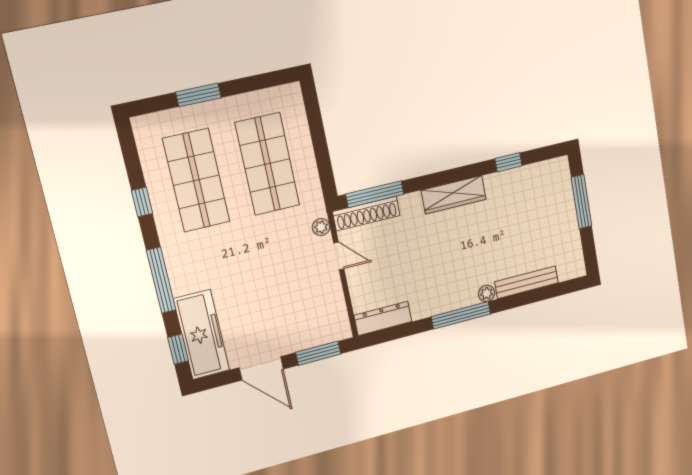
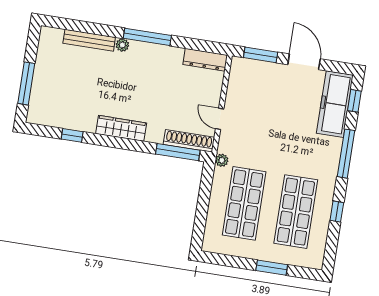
plant: (321, 227) -> (222, 160), moved

